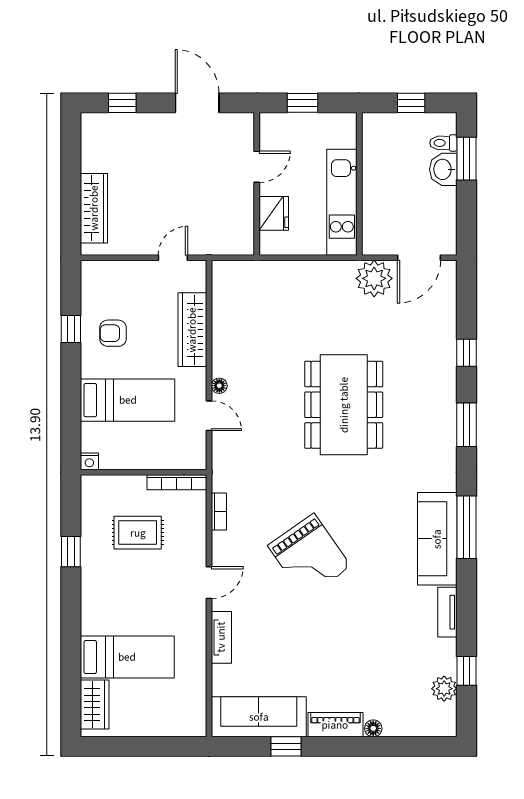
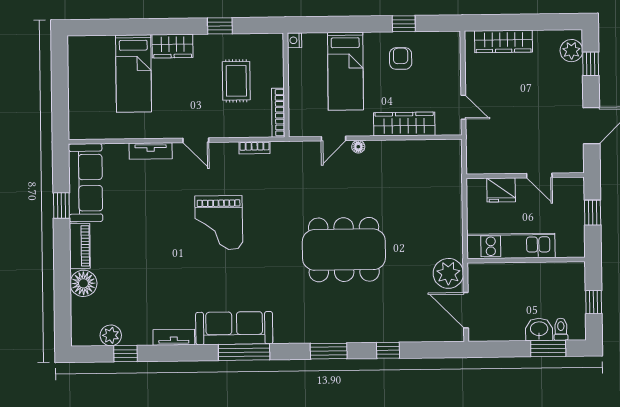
plant: (106, 126) -> (571, 51), added
grand piano: (309, 556) -> (219, 223), turned -55
wardrobe: (95, 705) -> (173, 46), moved
floor lamp: (373, 728) -> (83, 283), width x1.89, depth x1.89

